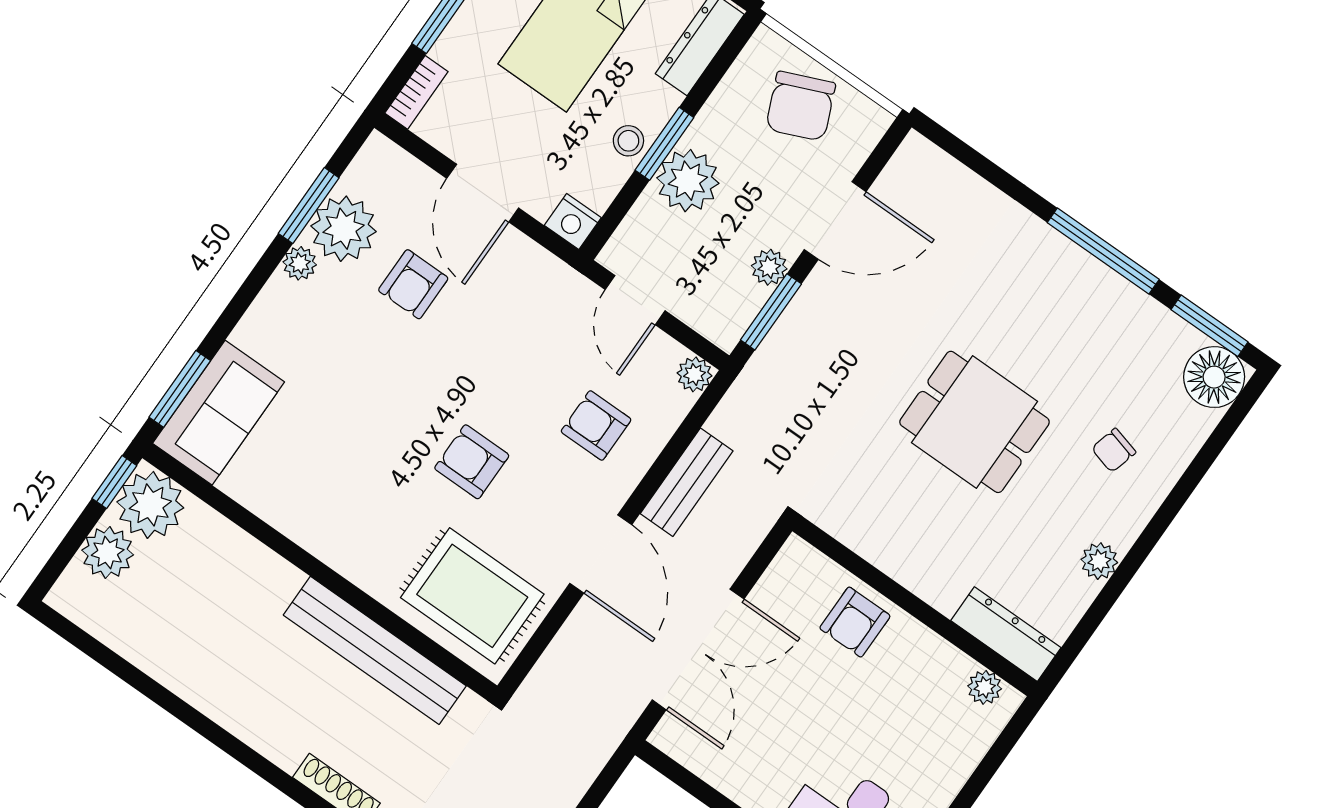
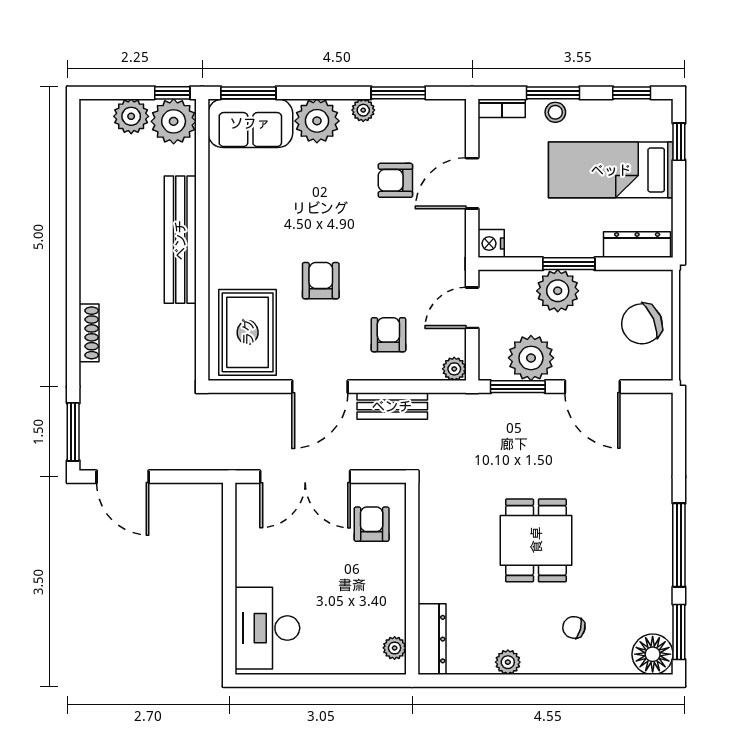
stool: (628, 141) -> (555, 112), moved
plant: (344, 229) -> (317, 121), moved
plant: (769, 267) -> (531, 358), width x1.87, depth x1.87
armchair: (855, 622) -> (372, 524), moved, turned 90
bench: (375, 650) -> (180, 240), moved

